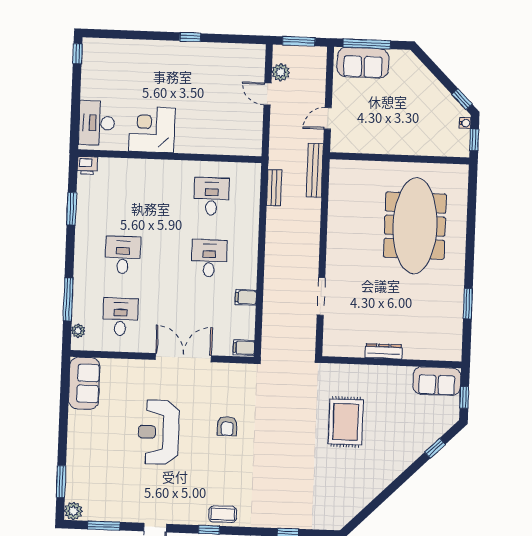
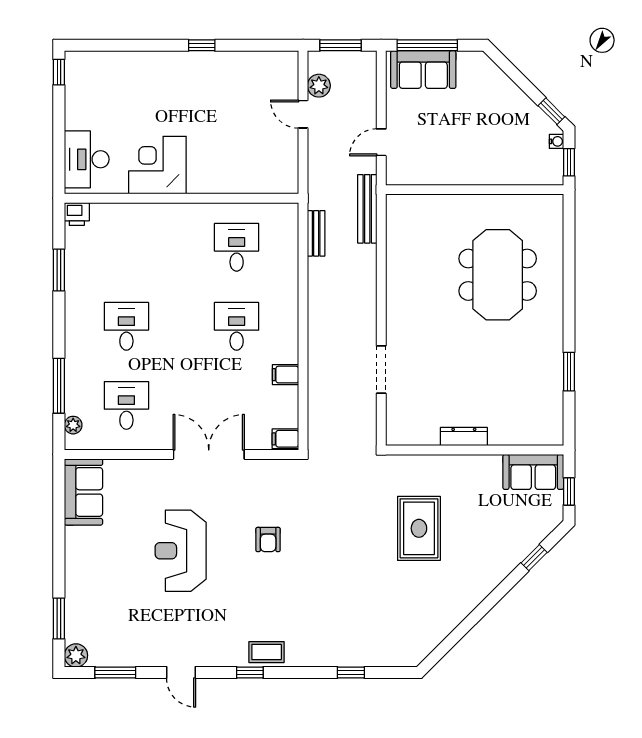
meeting table: (415, 226) -> (498, 275), width x0.73

